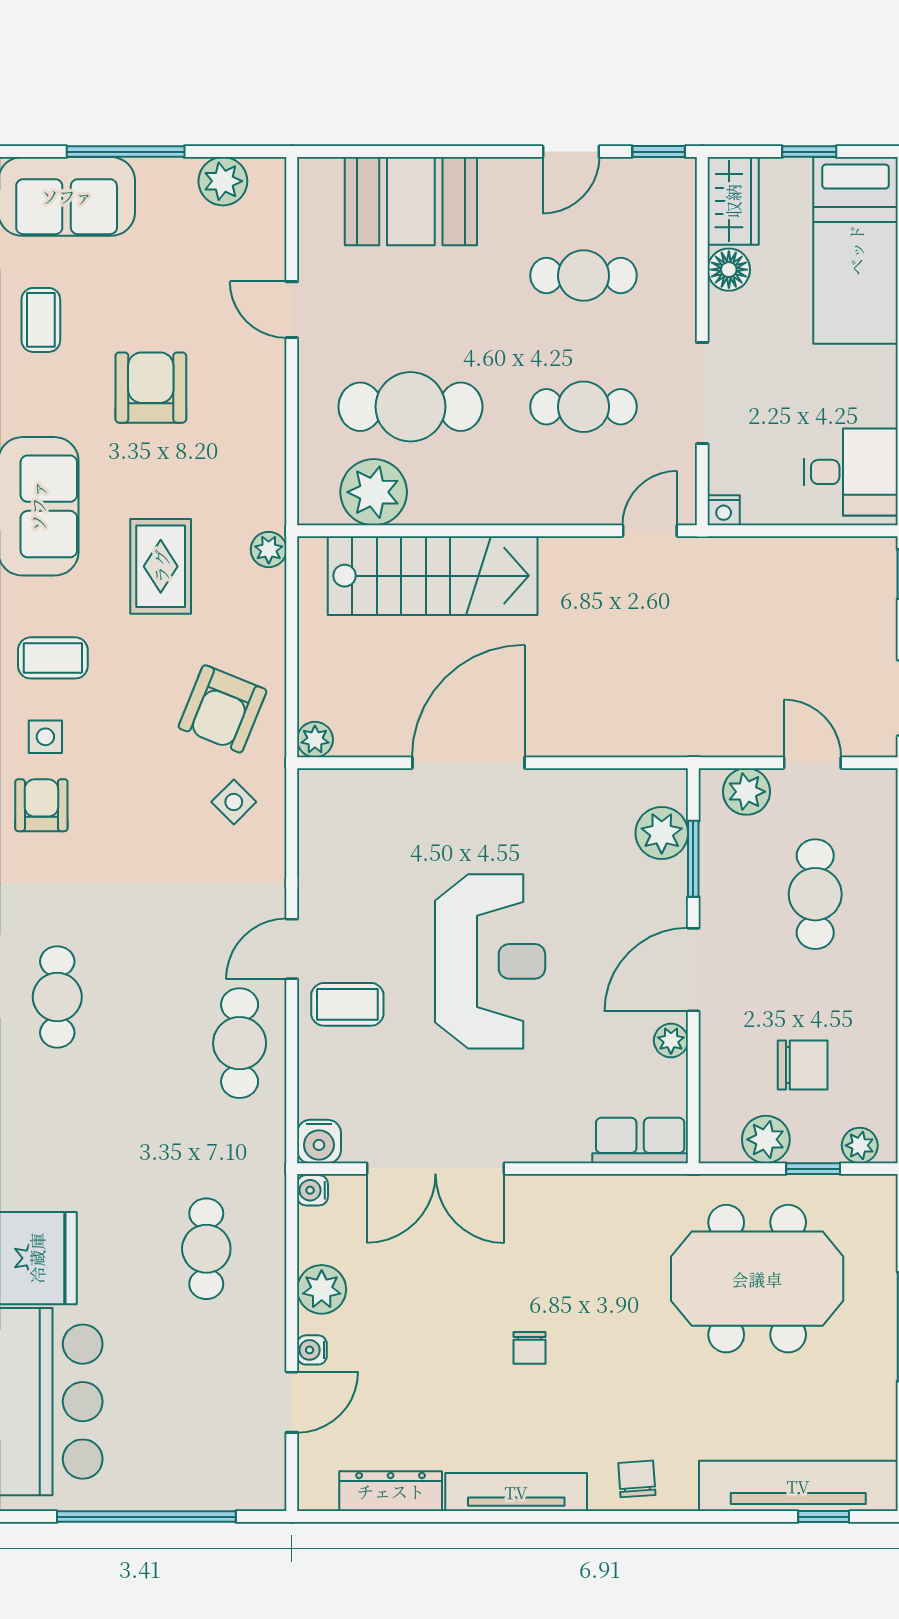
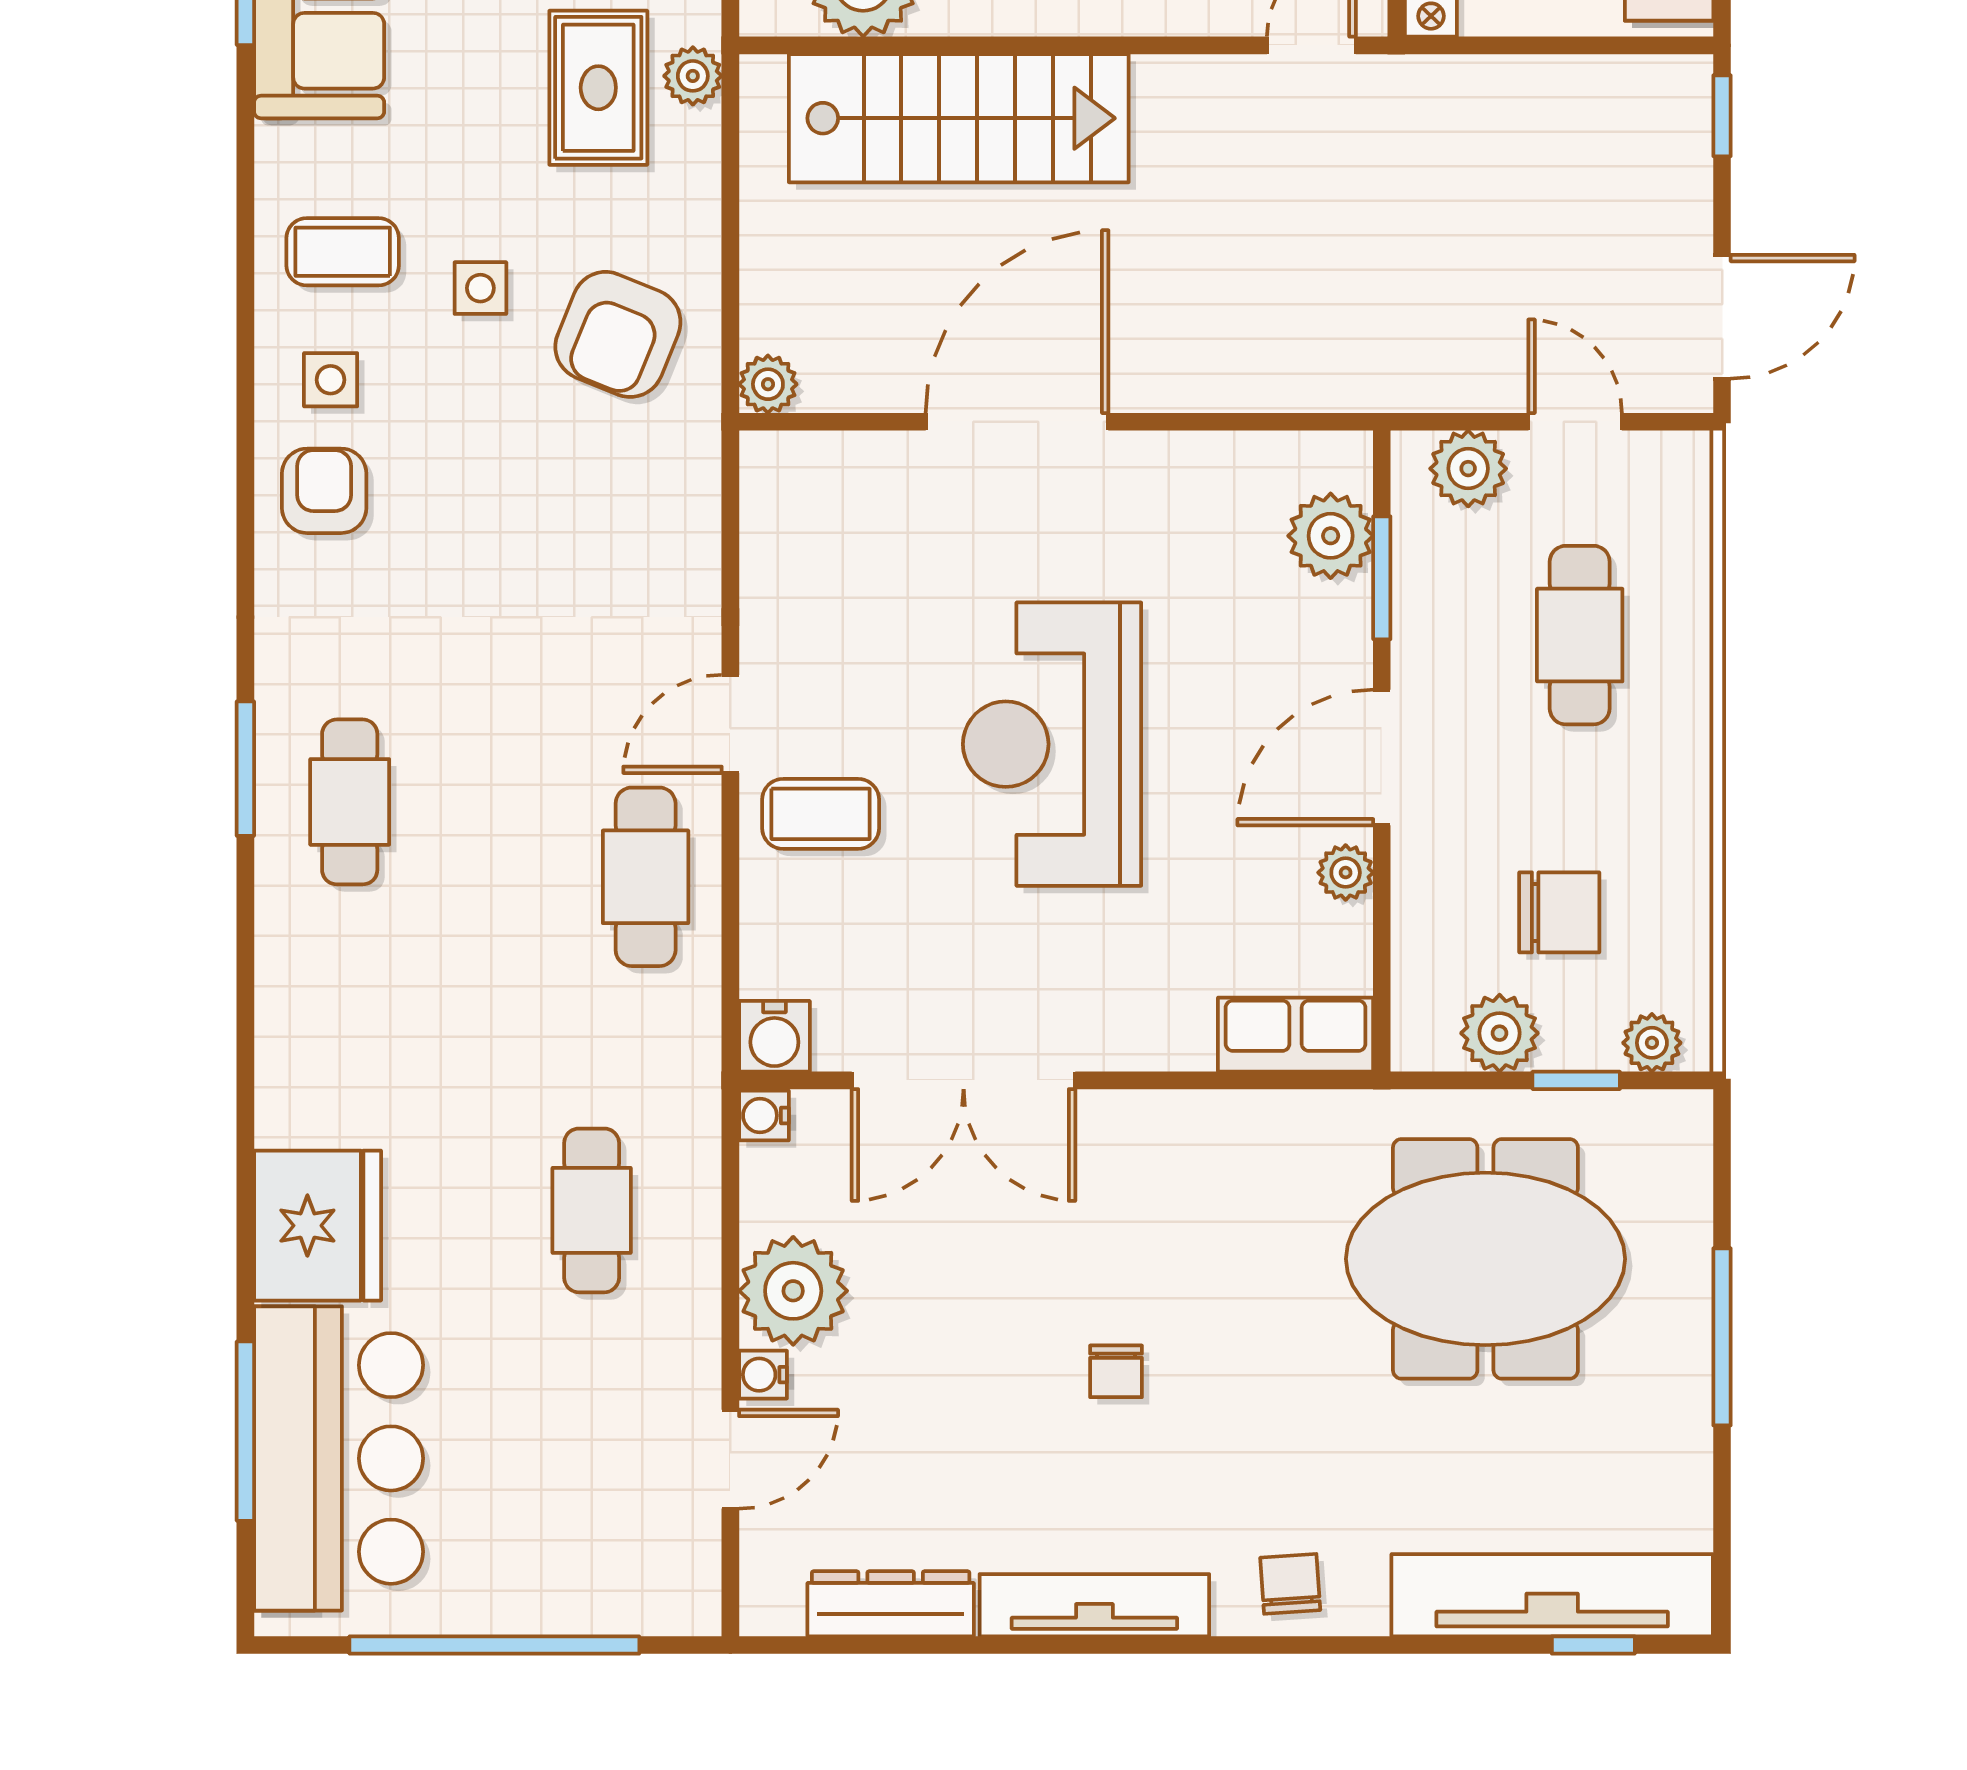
rug: (161, 566) -> (598, 88), moved
side table: (234, 802) -> (480, 288), moved, turned 45
reception desk: (490, 961) -> (1052, 744), turned 180
plant: (322, 1289) -> (793, 1291), width x1.36, depth x1.36

